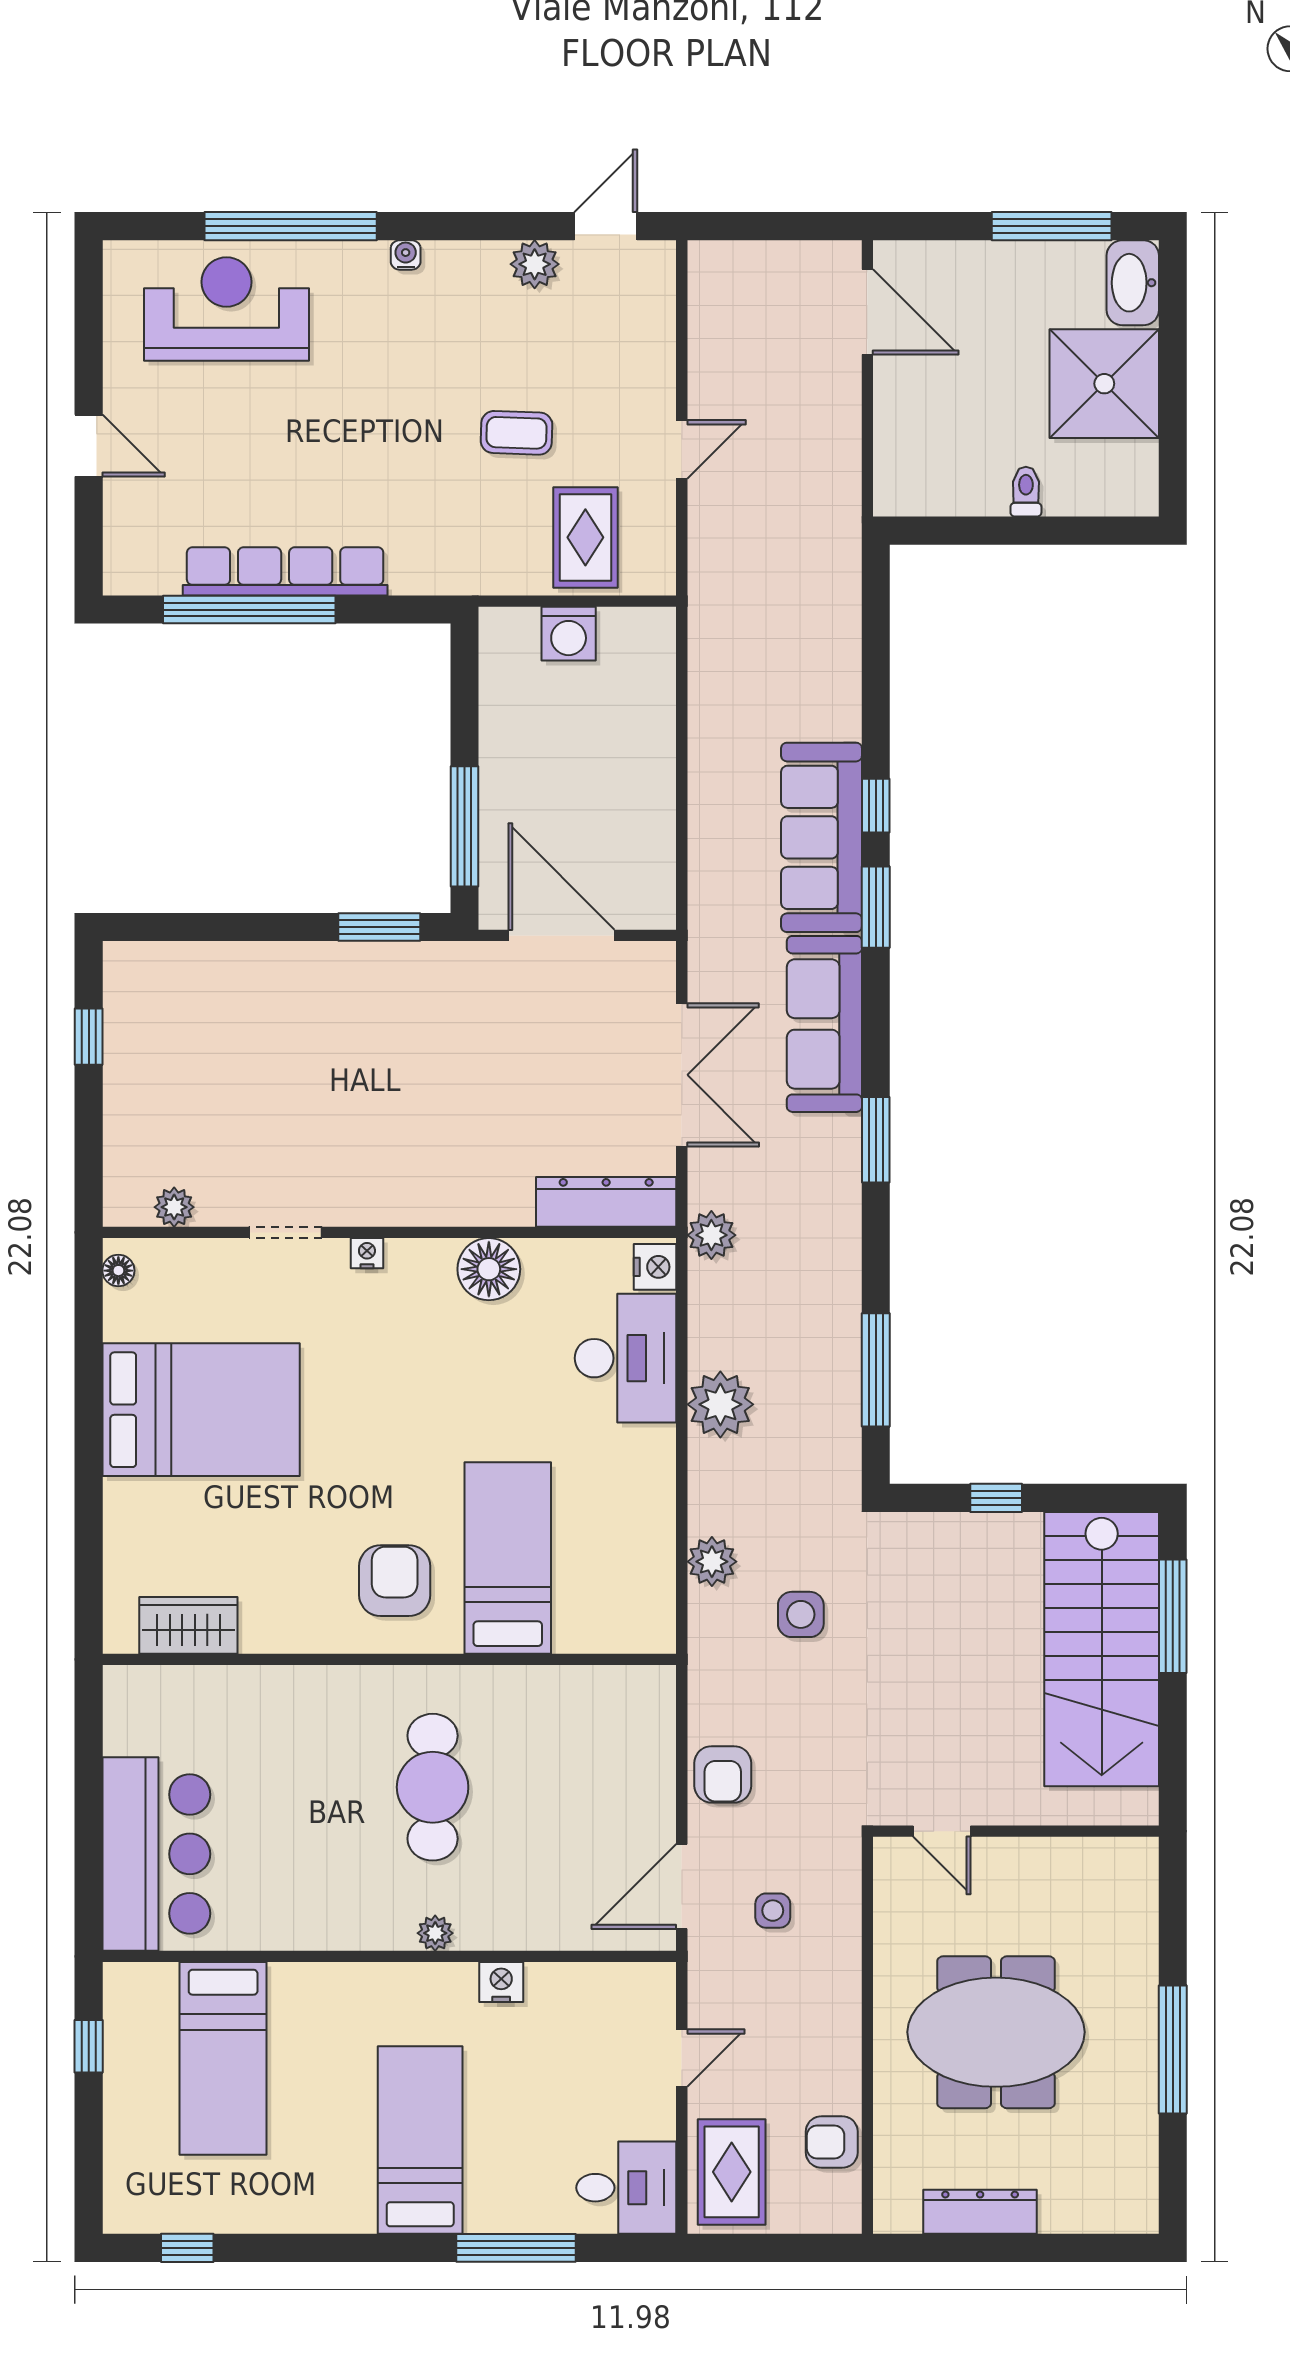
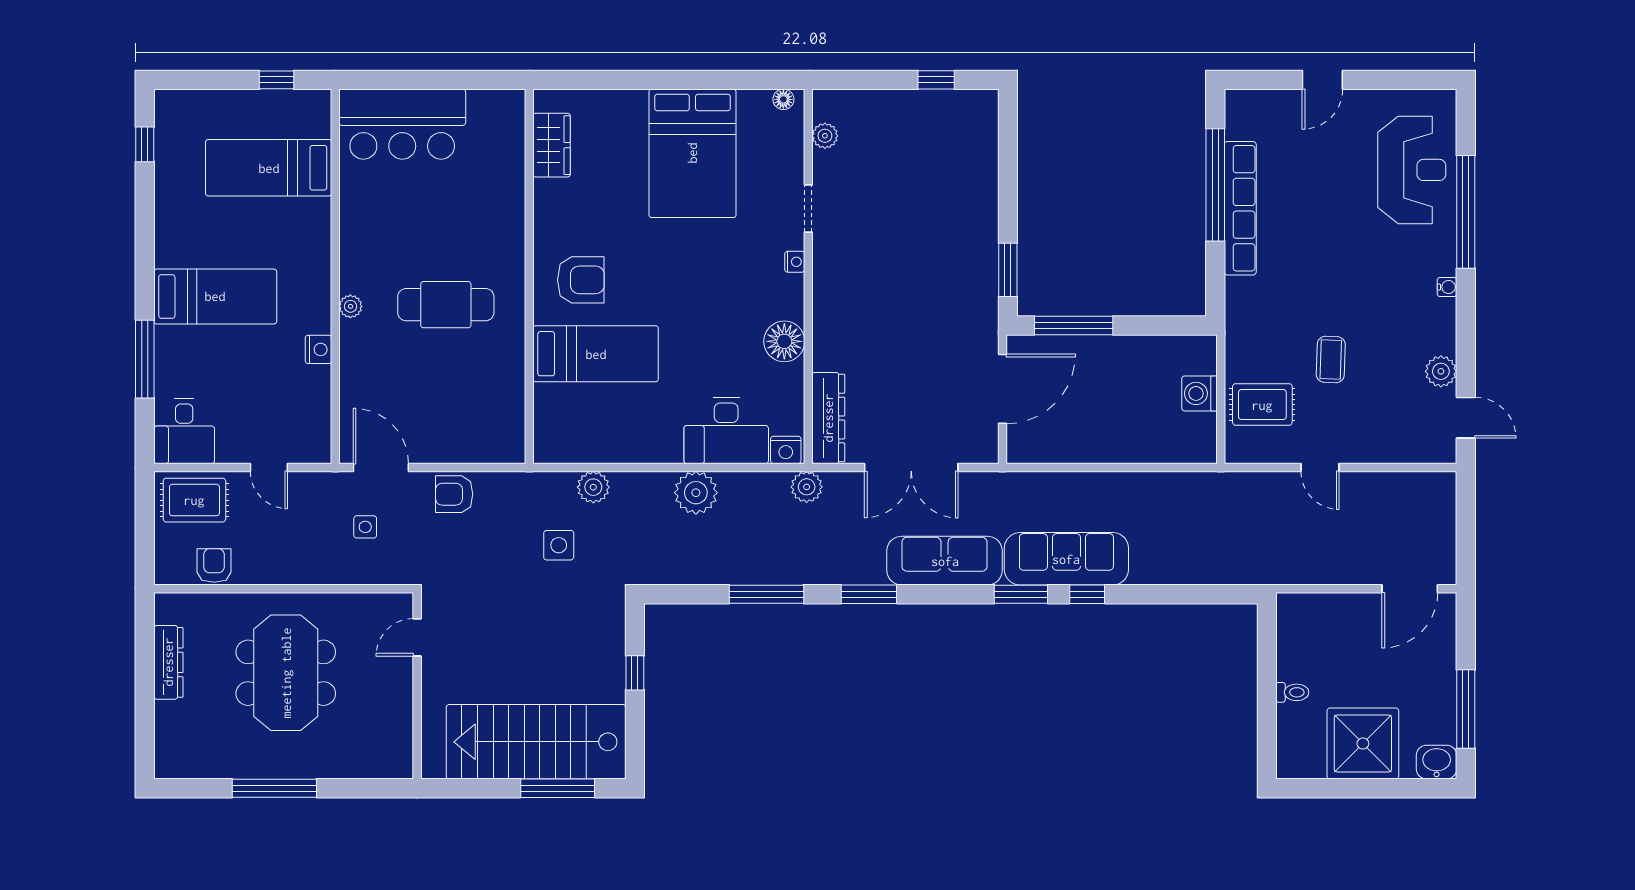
washbasin: (1133, 283) -> (1437, 762), width x0.72
window: (876, 1370) -> (766, 594), moved

